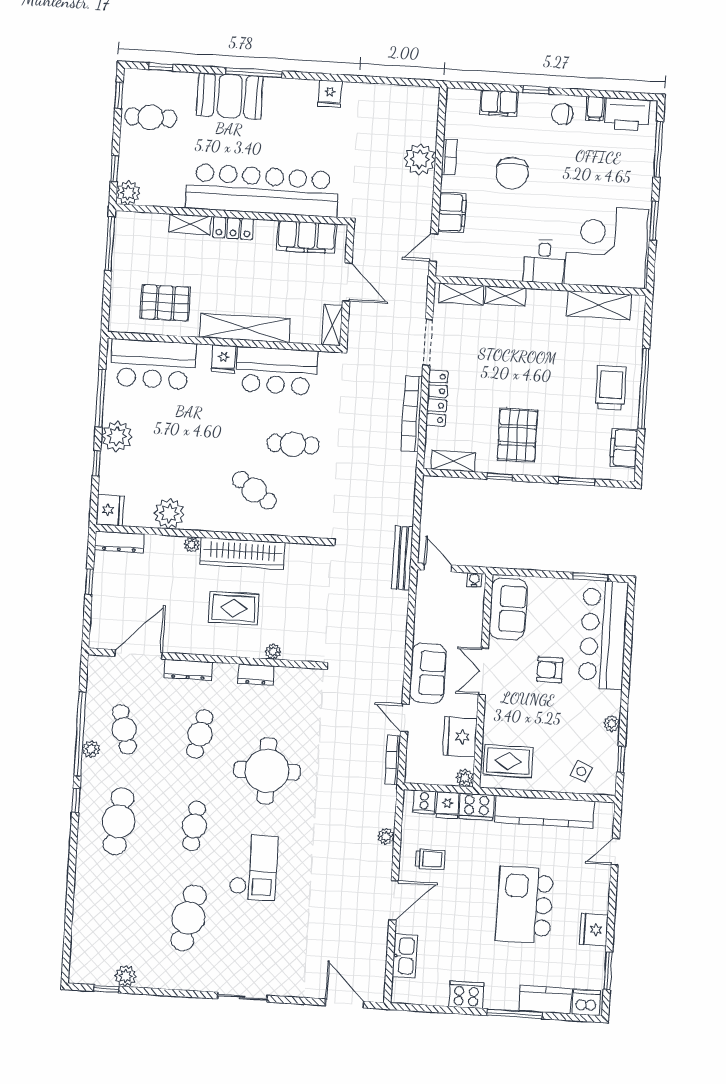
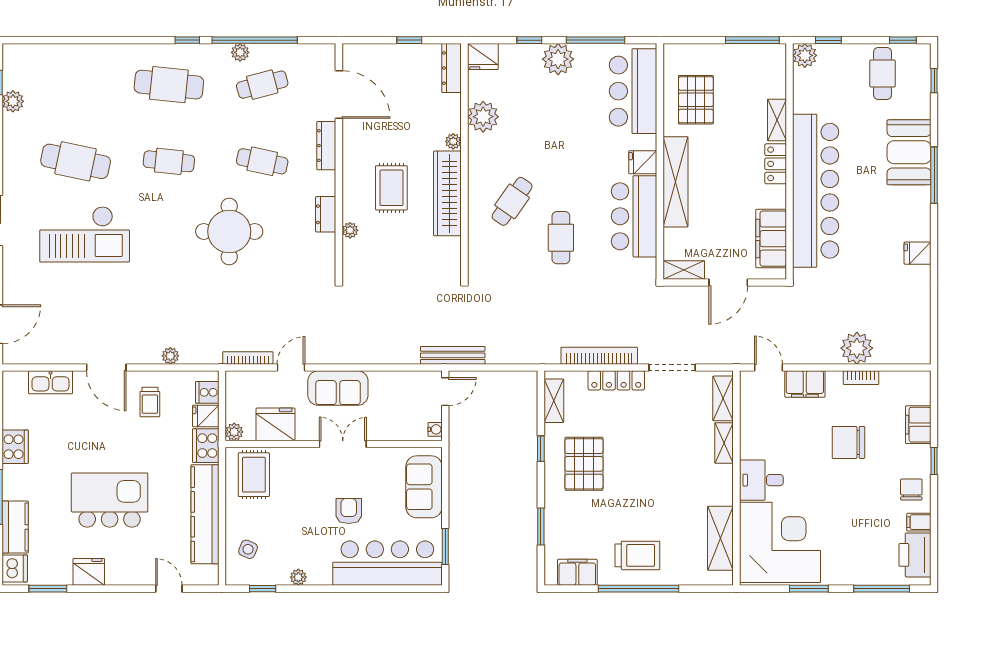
pallet: (517, 435) -> (584, 464), turned 90
sofa: (508, 609) -> (424, 487), moved, turned 90
checkout: (254, 868) -> (85, 234), moved, width x1.36, depth x1.21

